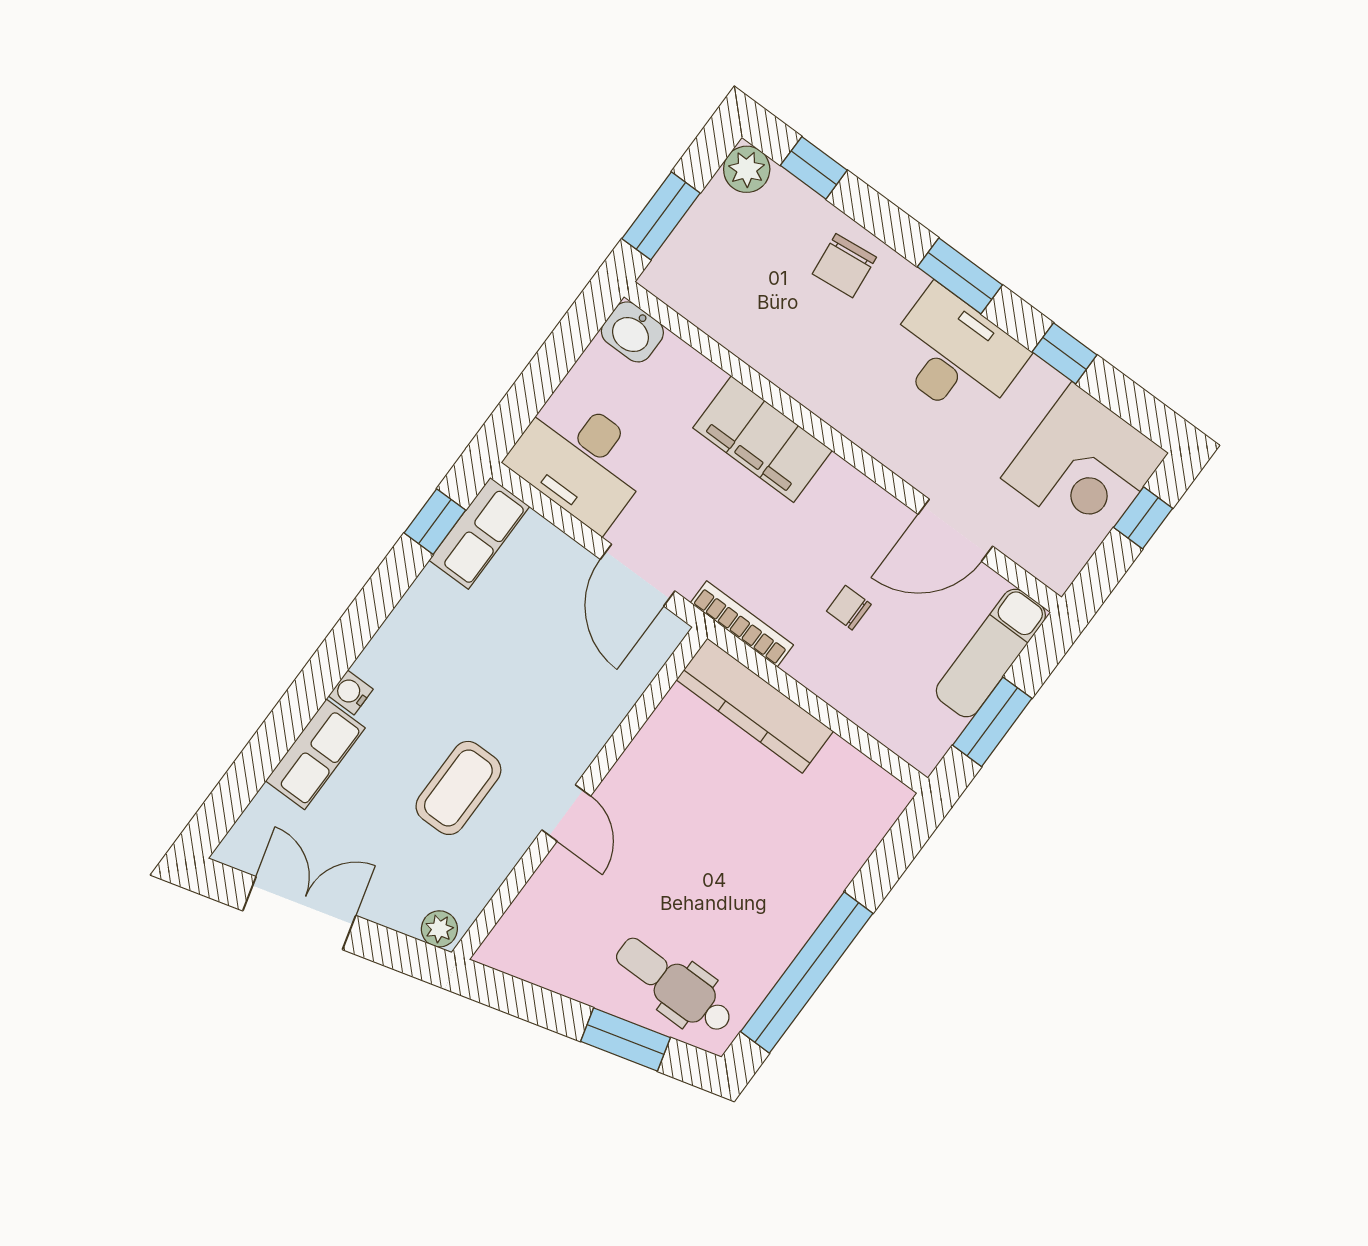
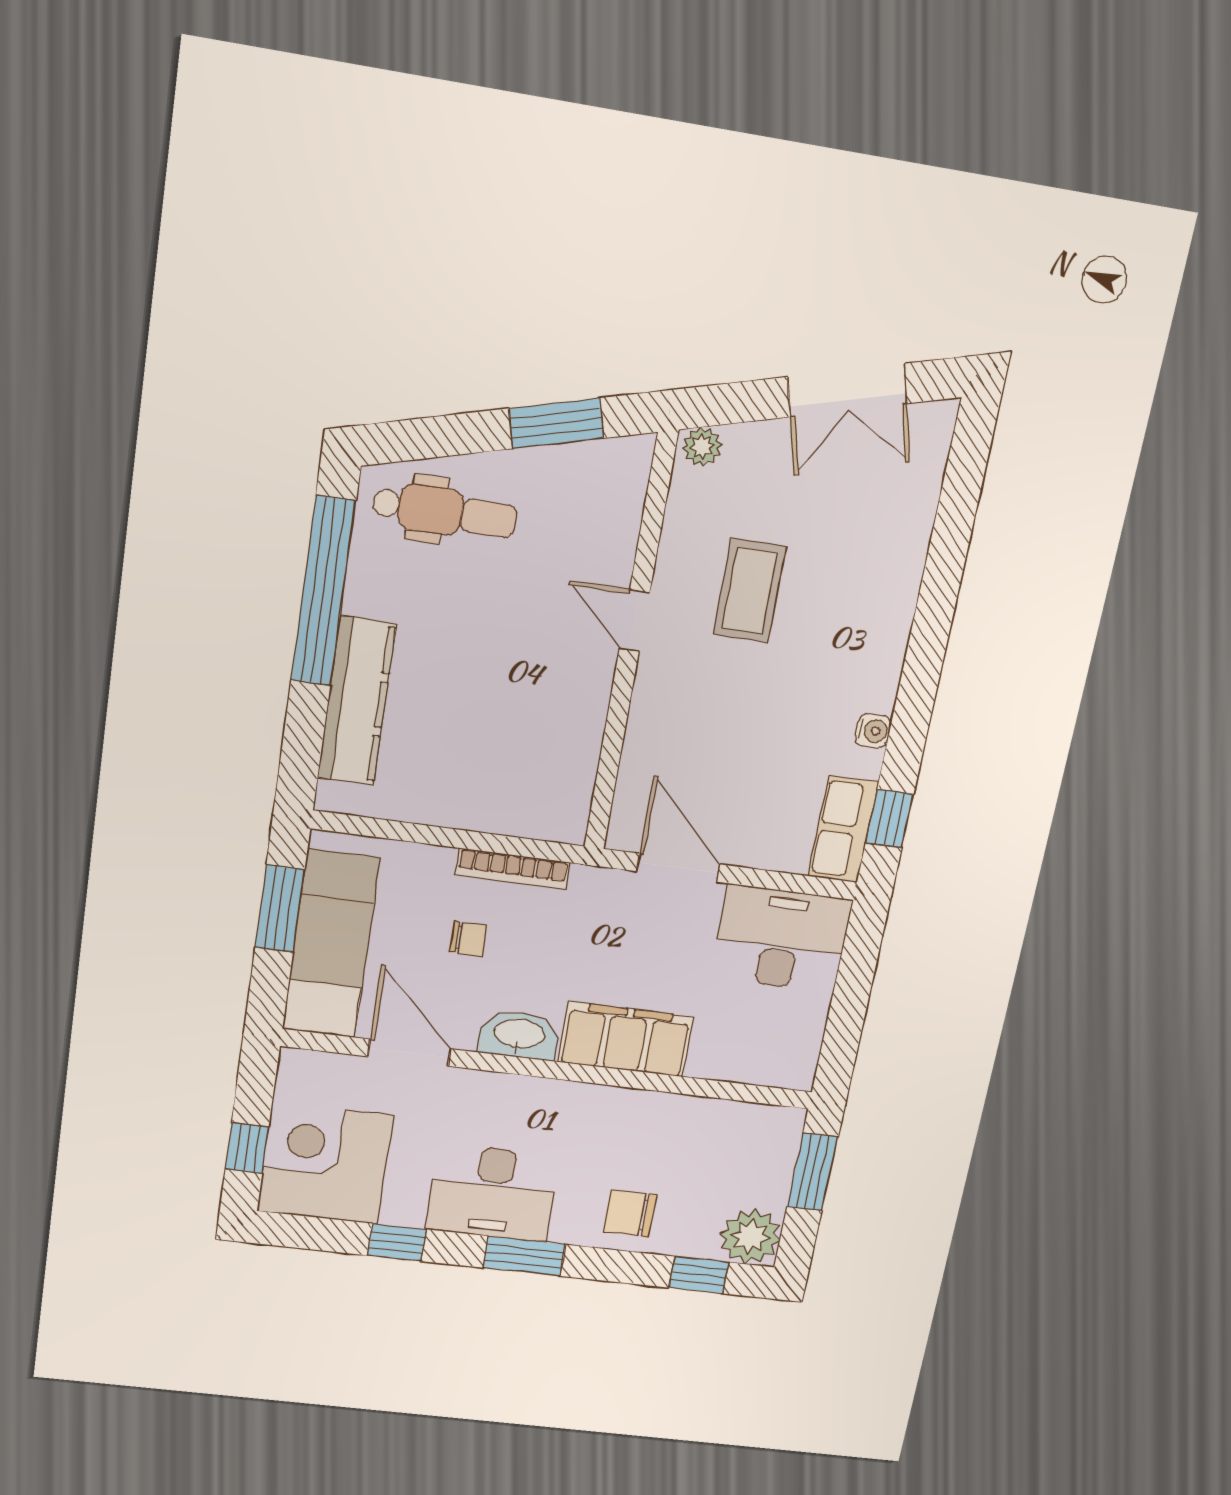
plant: (747, 169) -> (750, 1237), width x1.36, depth x1.36
chair: (844, 266) -> (630, 1214), turned -84
washbasin: (632, 332) -> (519, 1035), moved, width x1.38
door: (955, 530) -> (409, 1053), hinge flipped
bookcase: (742, 624) -> (513, 869), moved
exam couch: (991, 653) -> (331, 944), width x1.36, depth x1.45
water cooler: (351, 693) -> (873, 731), moved
kitchen counter: (755, 706) -> (357, 701), moved, turned 90
row of seats: (315, 754) -> (903, 551), removed
window: (625, 1040) -> (556, 423), moved

